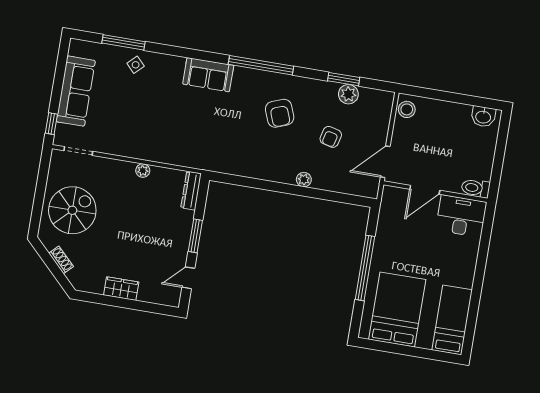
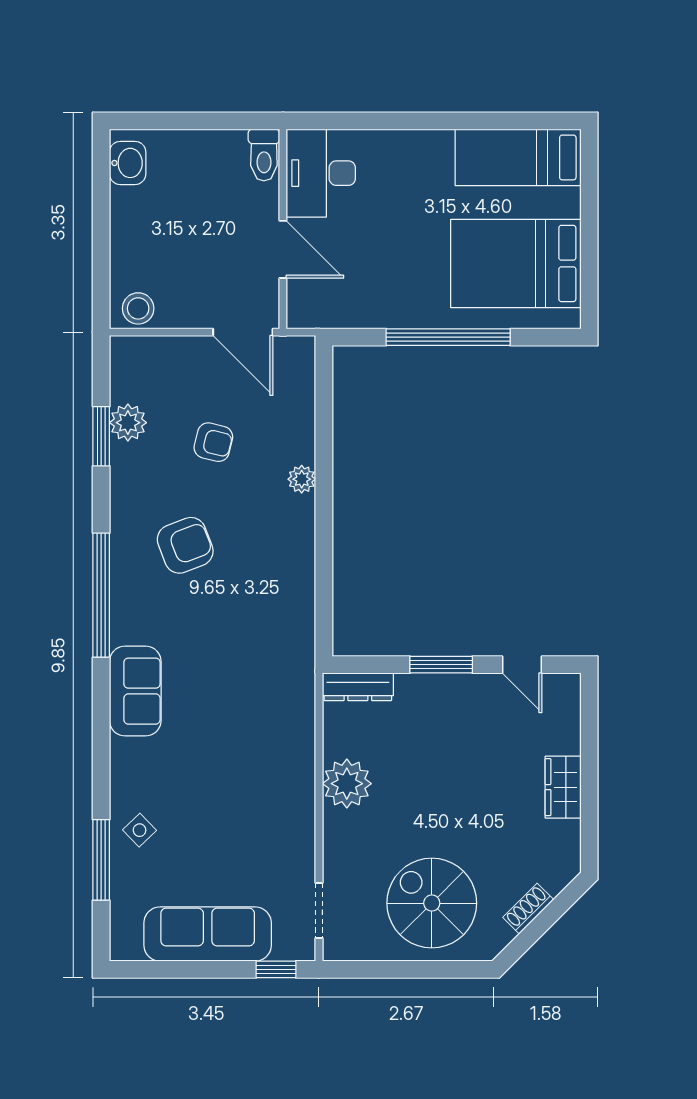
plant: (143, 171) -> (347, 784), width x1.88, depth x1.88

